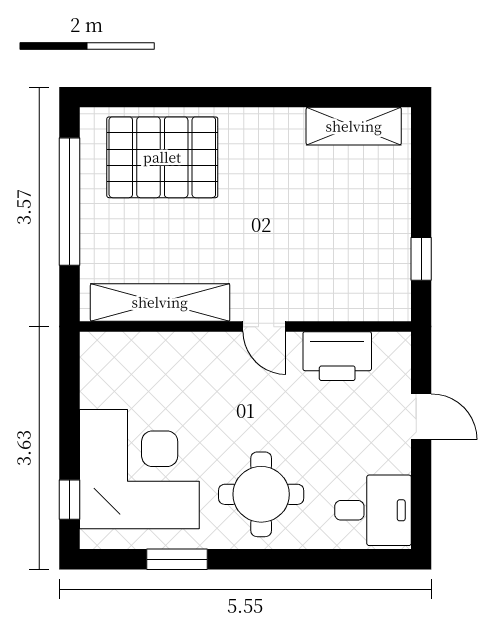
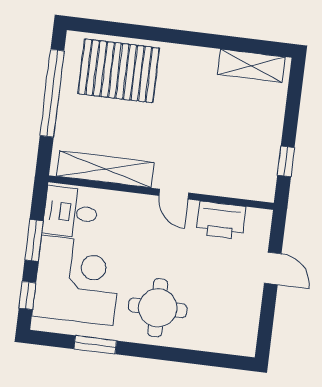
window: (70, 419) -> (34, 240), added
desk: (373, 510) -> (71, 212), moved, turned 180

